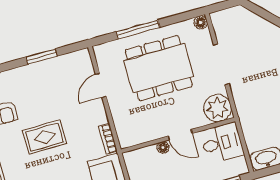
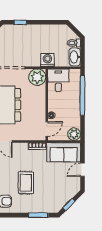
washing machine: (249, 117) -> (47, 60), added
door: (180, 135) -> (47, 129), moved

